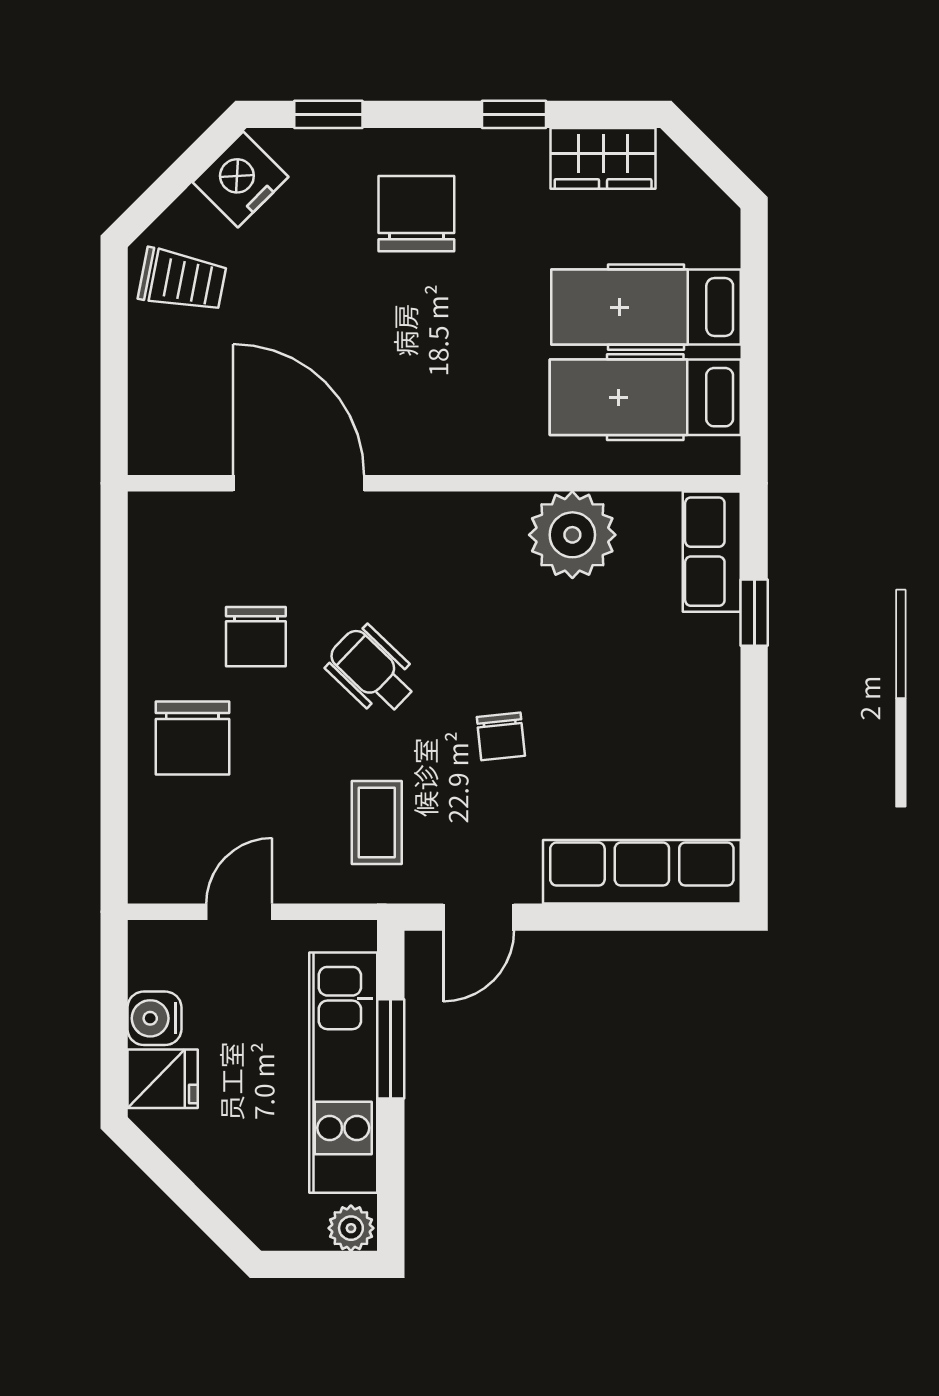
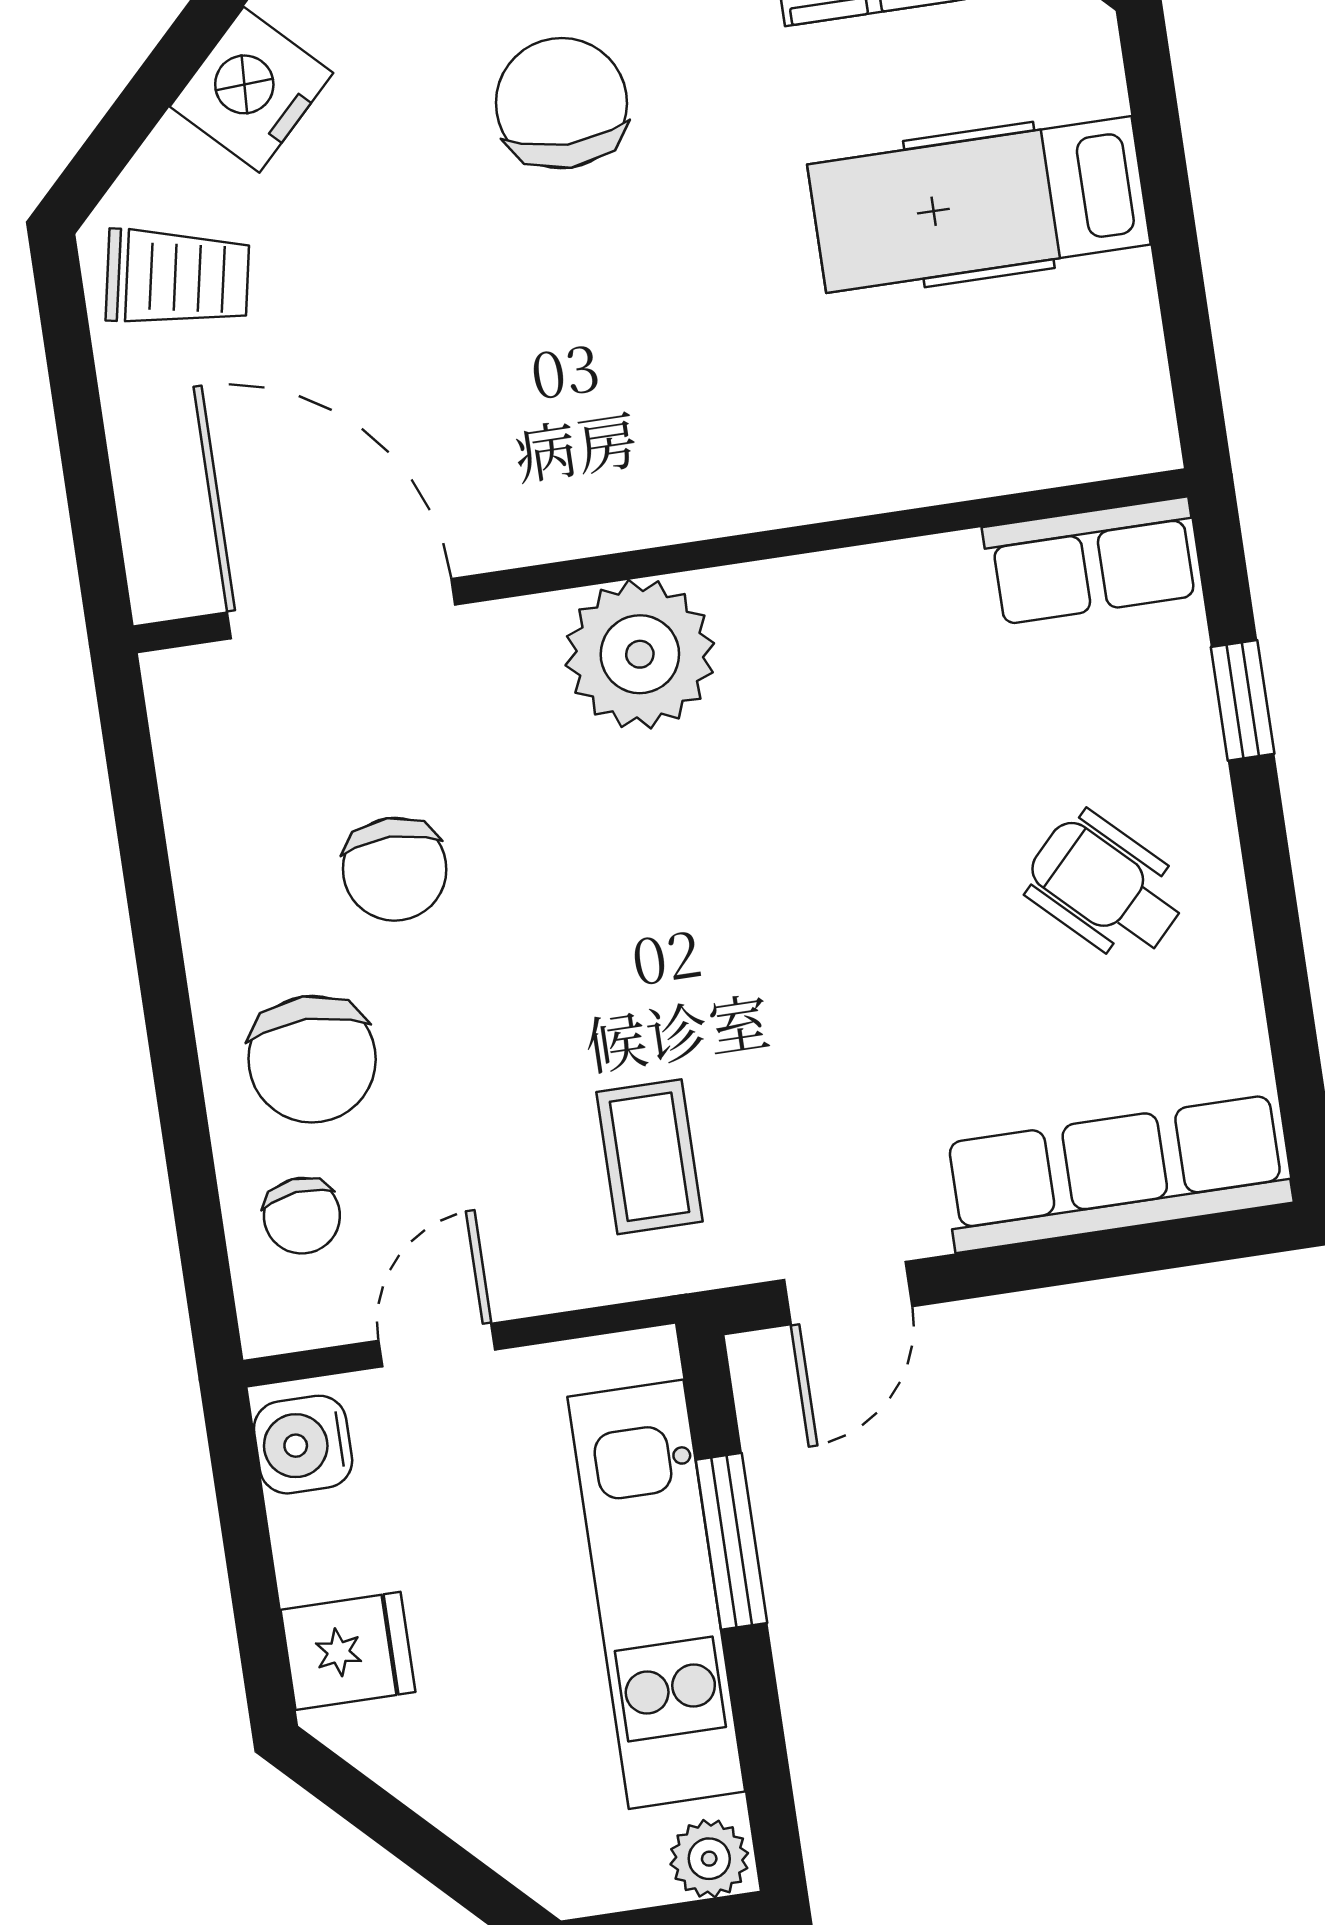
hospital bed: (645, 397) -> (1001, 359), removed
door: (299, 483) -> (341, 609), moved
plant: (572, 535) -> (640, 654), moved
row of seats: (712, 552) -> (1092, 561), moved, turned -90
wheelchair: (372, 671) -> (1106, 887), moved
chair: (501, 736) -> (302, 1216), moved
water cooler: (154, 1018) -> (303, 1445), moved

